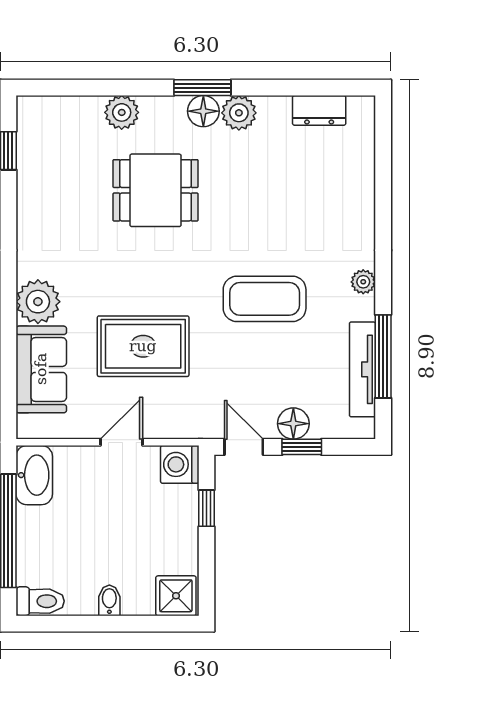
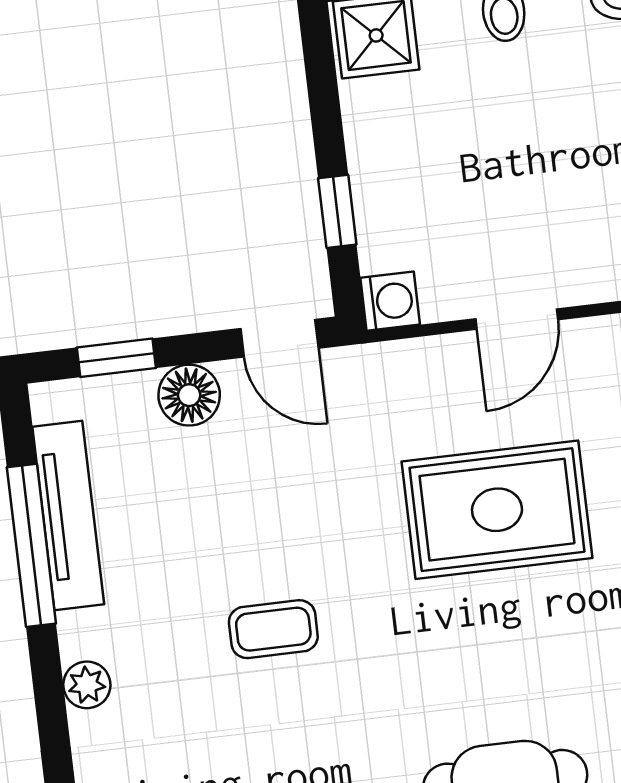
coffee table: (265, 299) -> (273, 629), width x0.54, depth x0.58
window: (302, 447) -> (116, 358), moved
washing machine: (180, 464) -> (390, 301), width x0.73, depth x0.73

